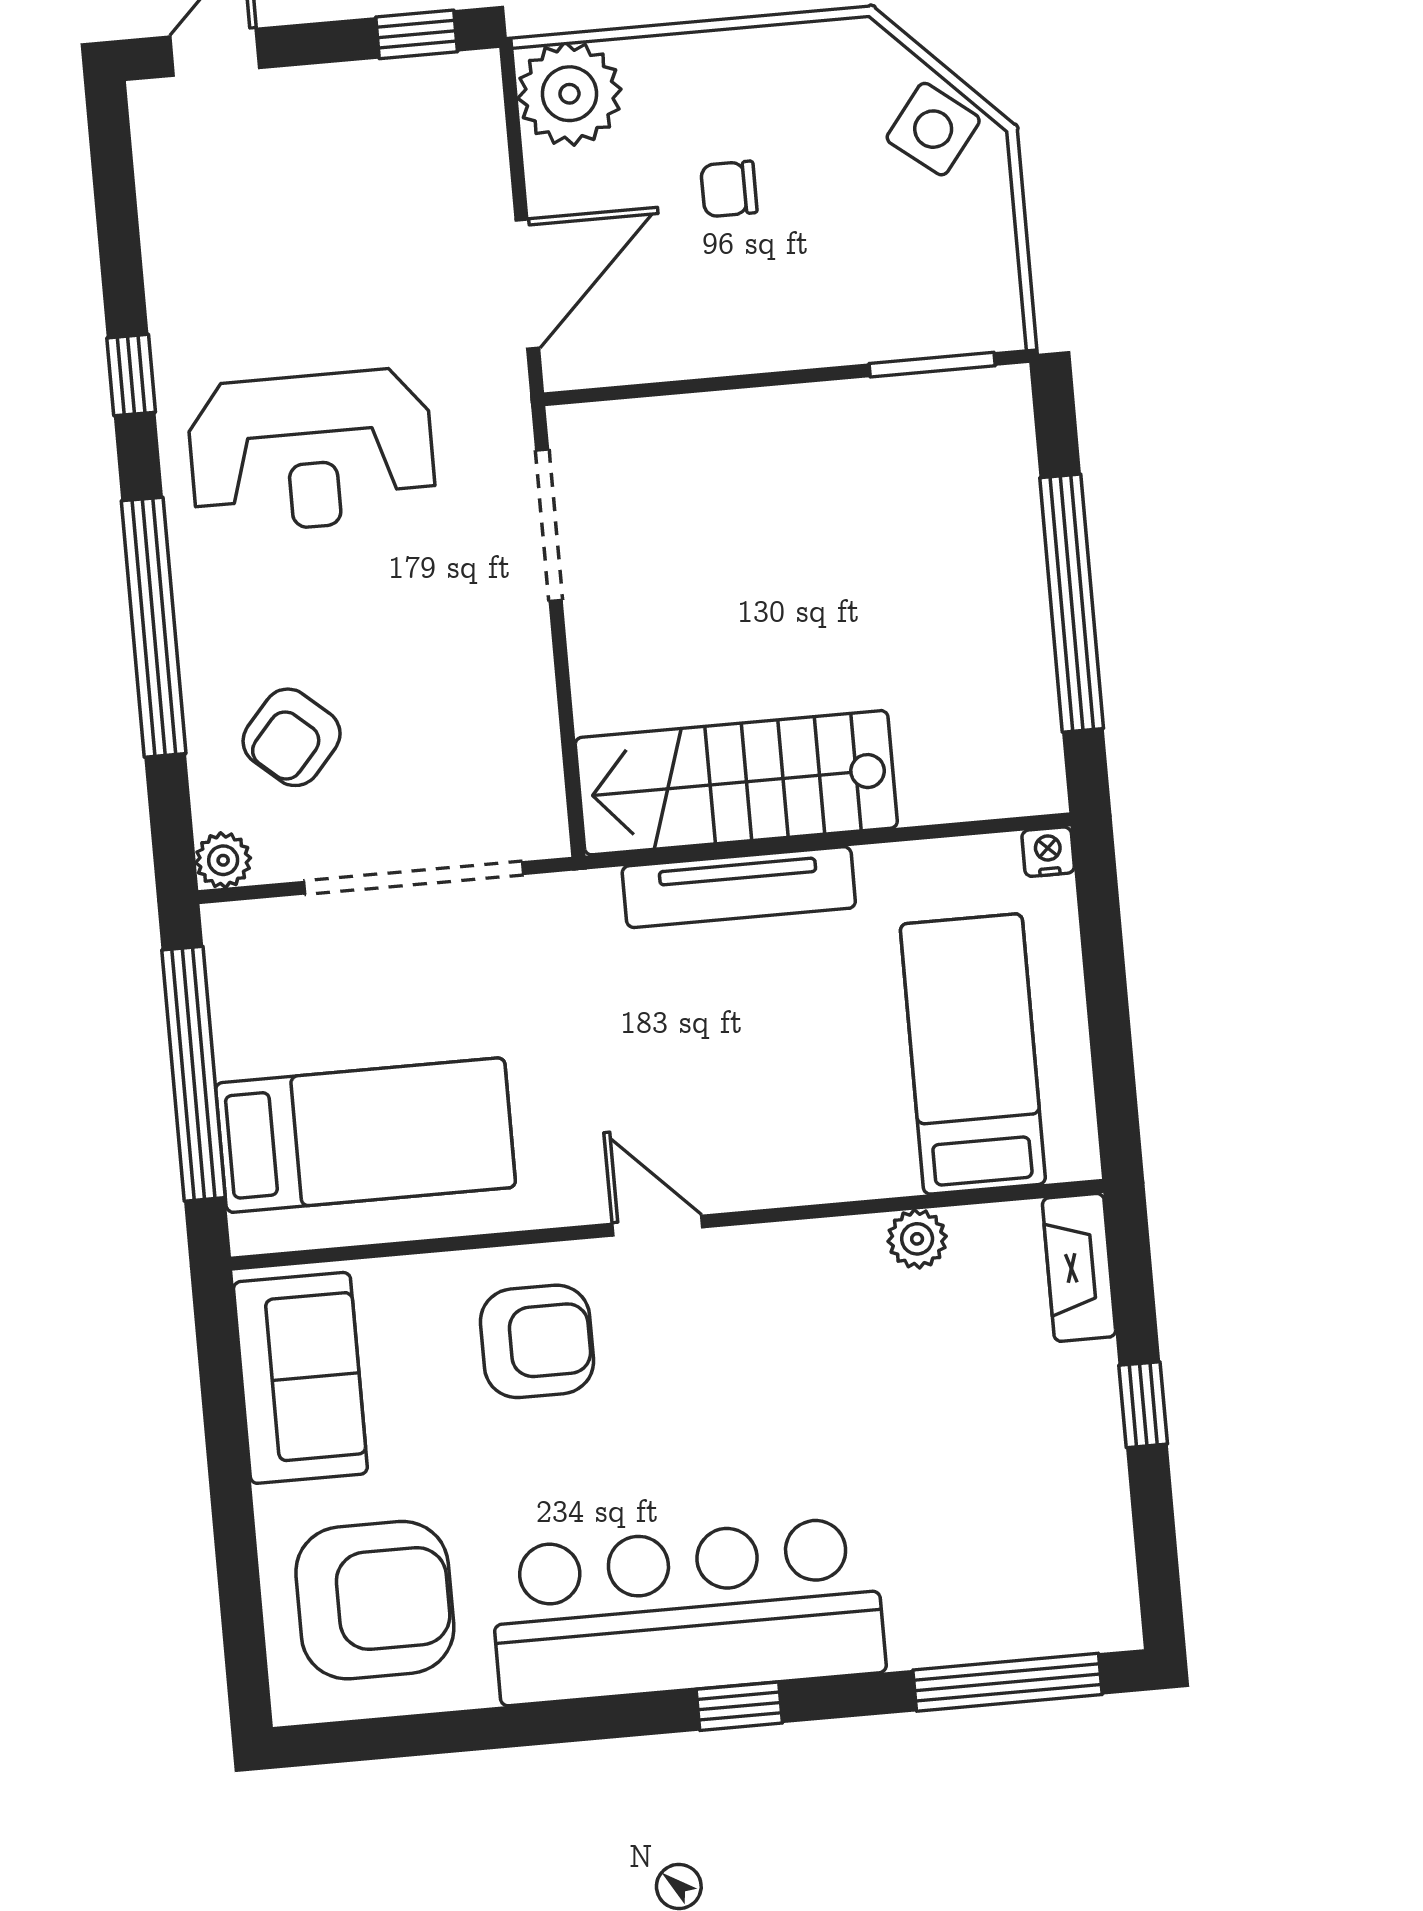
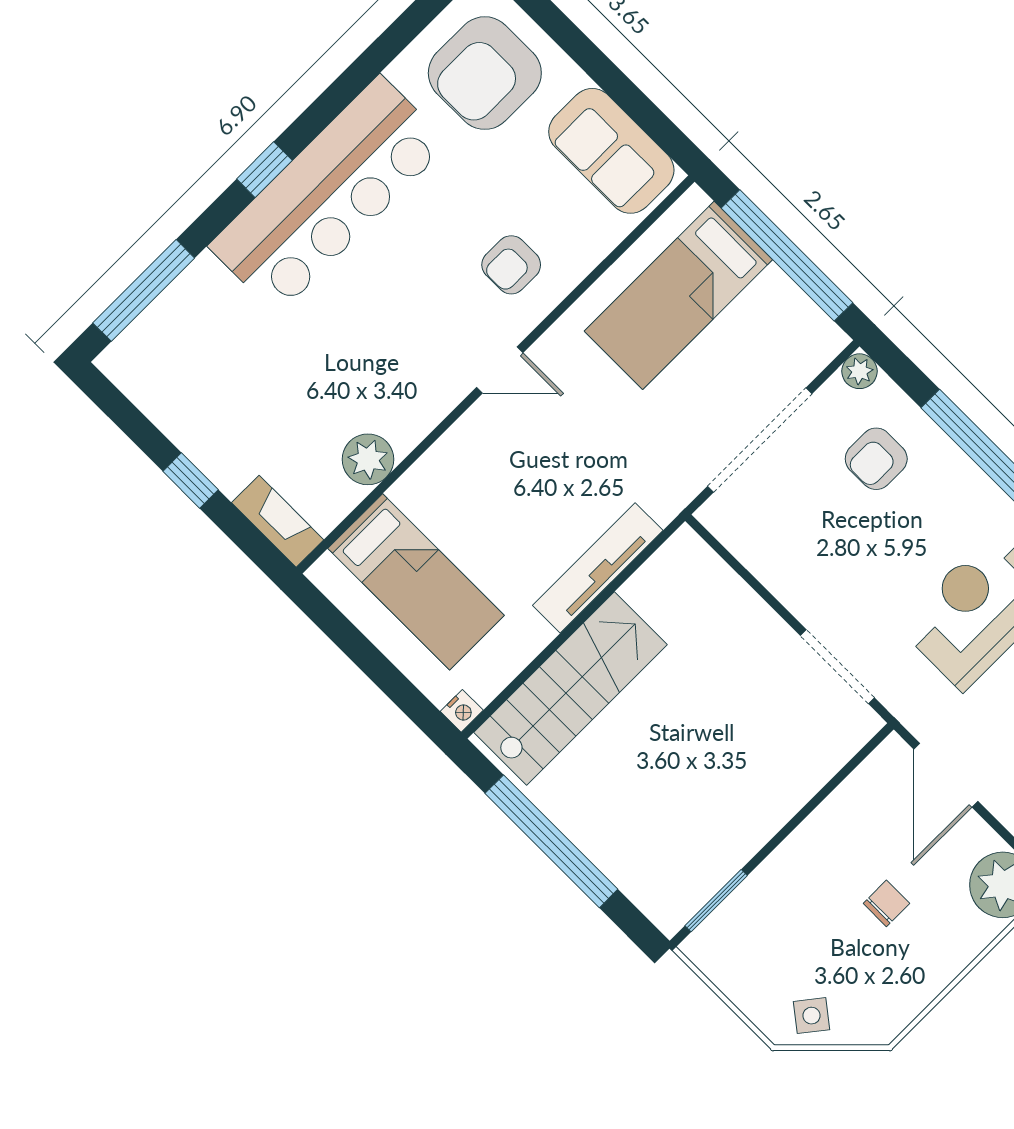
side table: (933, 129) -> (811, 1016), width x0.73, depth x0.73
armchair: (292, 737) -> (876, 459), turned -131
stairs: (736, 783) -> (571, 688), moved
plant: (917, 1239) -> (368, 459), width x1.38, depth x1.38
armchair: (537, 1341) -> (511, 265), width x0.72, depth x0.72

